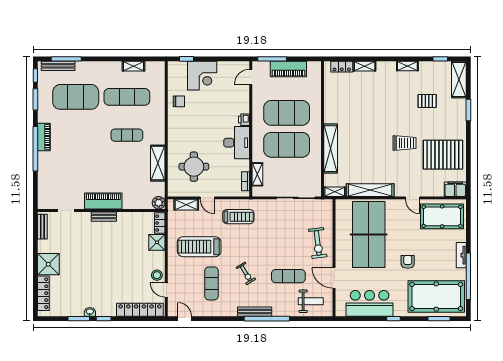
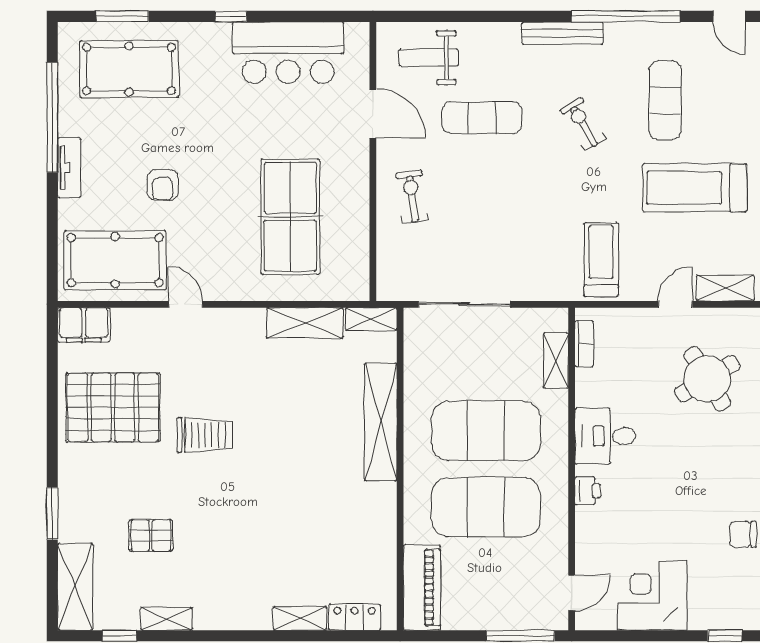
shelving: (407, 66) -> (166, 619), moved
piano: (288, 69) -> (422, 587), moved, turned 90
corner desk: (202, 76) -> (652, 596), moved
desk: (237, 143) -> (605, 436), width x0.73
trolley: (405, 143) -> (205, 435), turned 180
round table: (194, 167) -> (707, 379), turned -31
shelving: (370, 190) -> (305, 323), width x0.68
door: (207, 198) -> (675, 304), hinge flipped
treadmill: (238, 217) -> (601, 259), turned 90
table tennis table: (369, 235) -> (290, 217), width x0.73, depth x0.76
exercise bike: (318, 243) -> (412, 197), width x0.73, depth x0.72
treadmill: (199, 247) -> (695, 188), turned 180
armchair: (408, 262) -> (163, 185), moved
pool table: (436, 297) -> (129, 69), width x0.73, depth x0.76
window: (267, 319) -> (626, 16), moved

